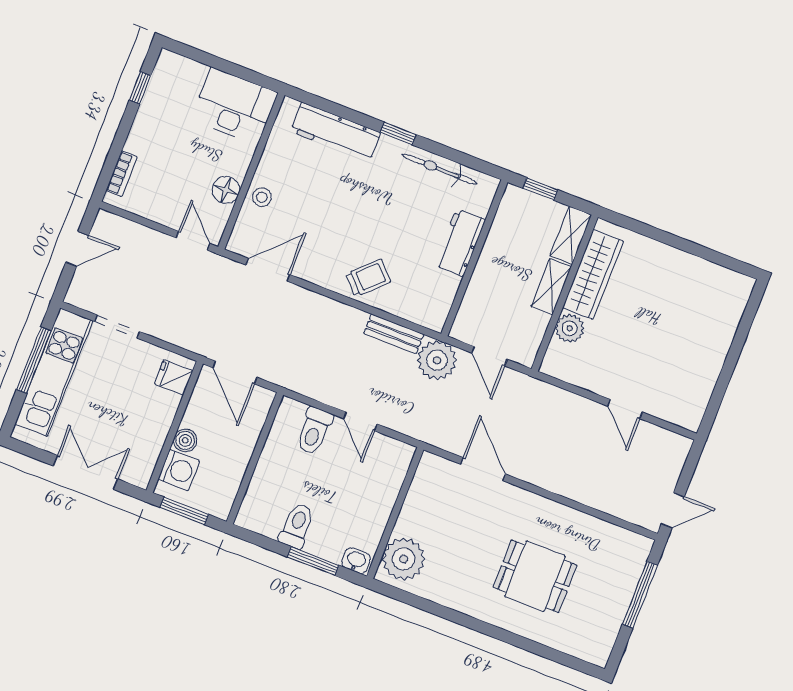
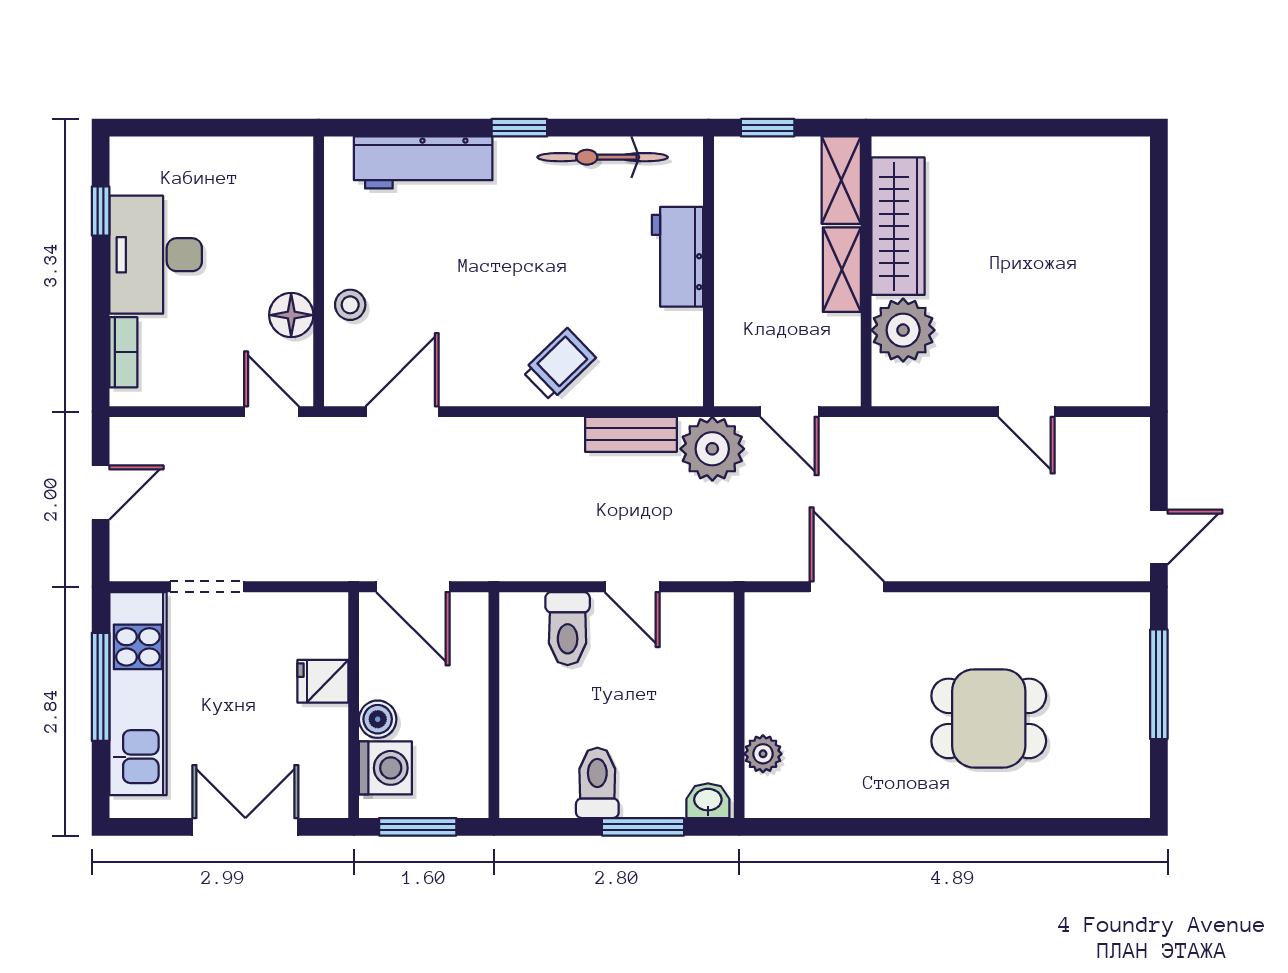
desk: (234, 106) -> (156, 255), moved, turned -90
plant: (570, 328) -> (903, 330), width x1.36, depth x1.36
fridge: (174, 377) -> (323, 681), moved
plant: (404, 559) -> (763, 754), width x0.53, depth x0.53

